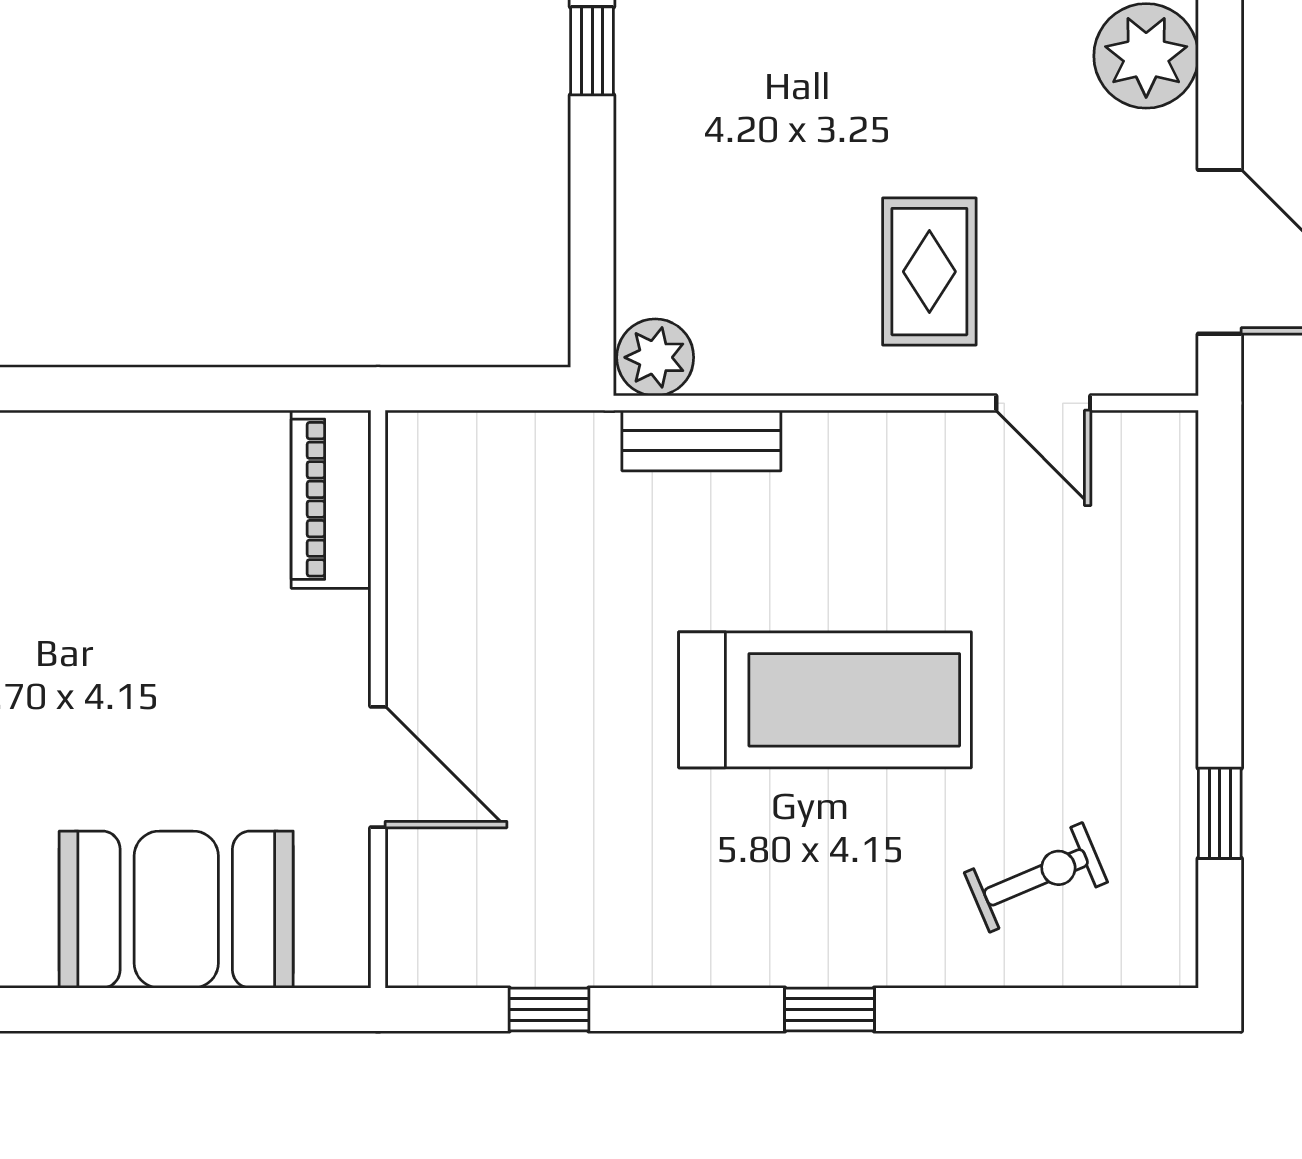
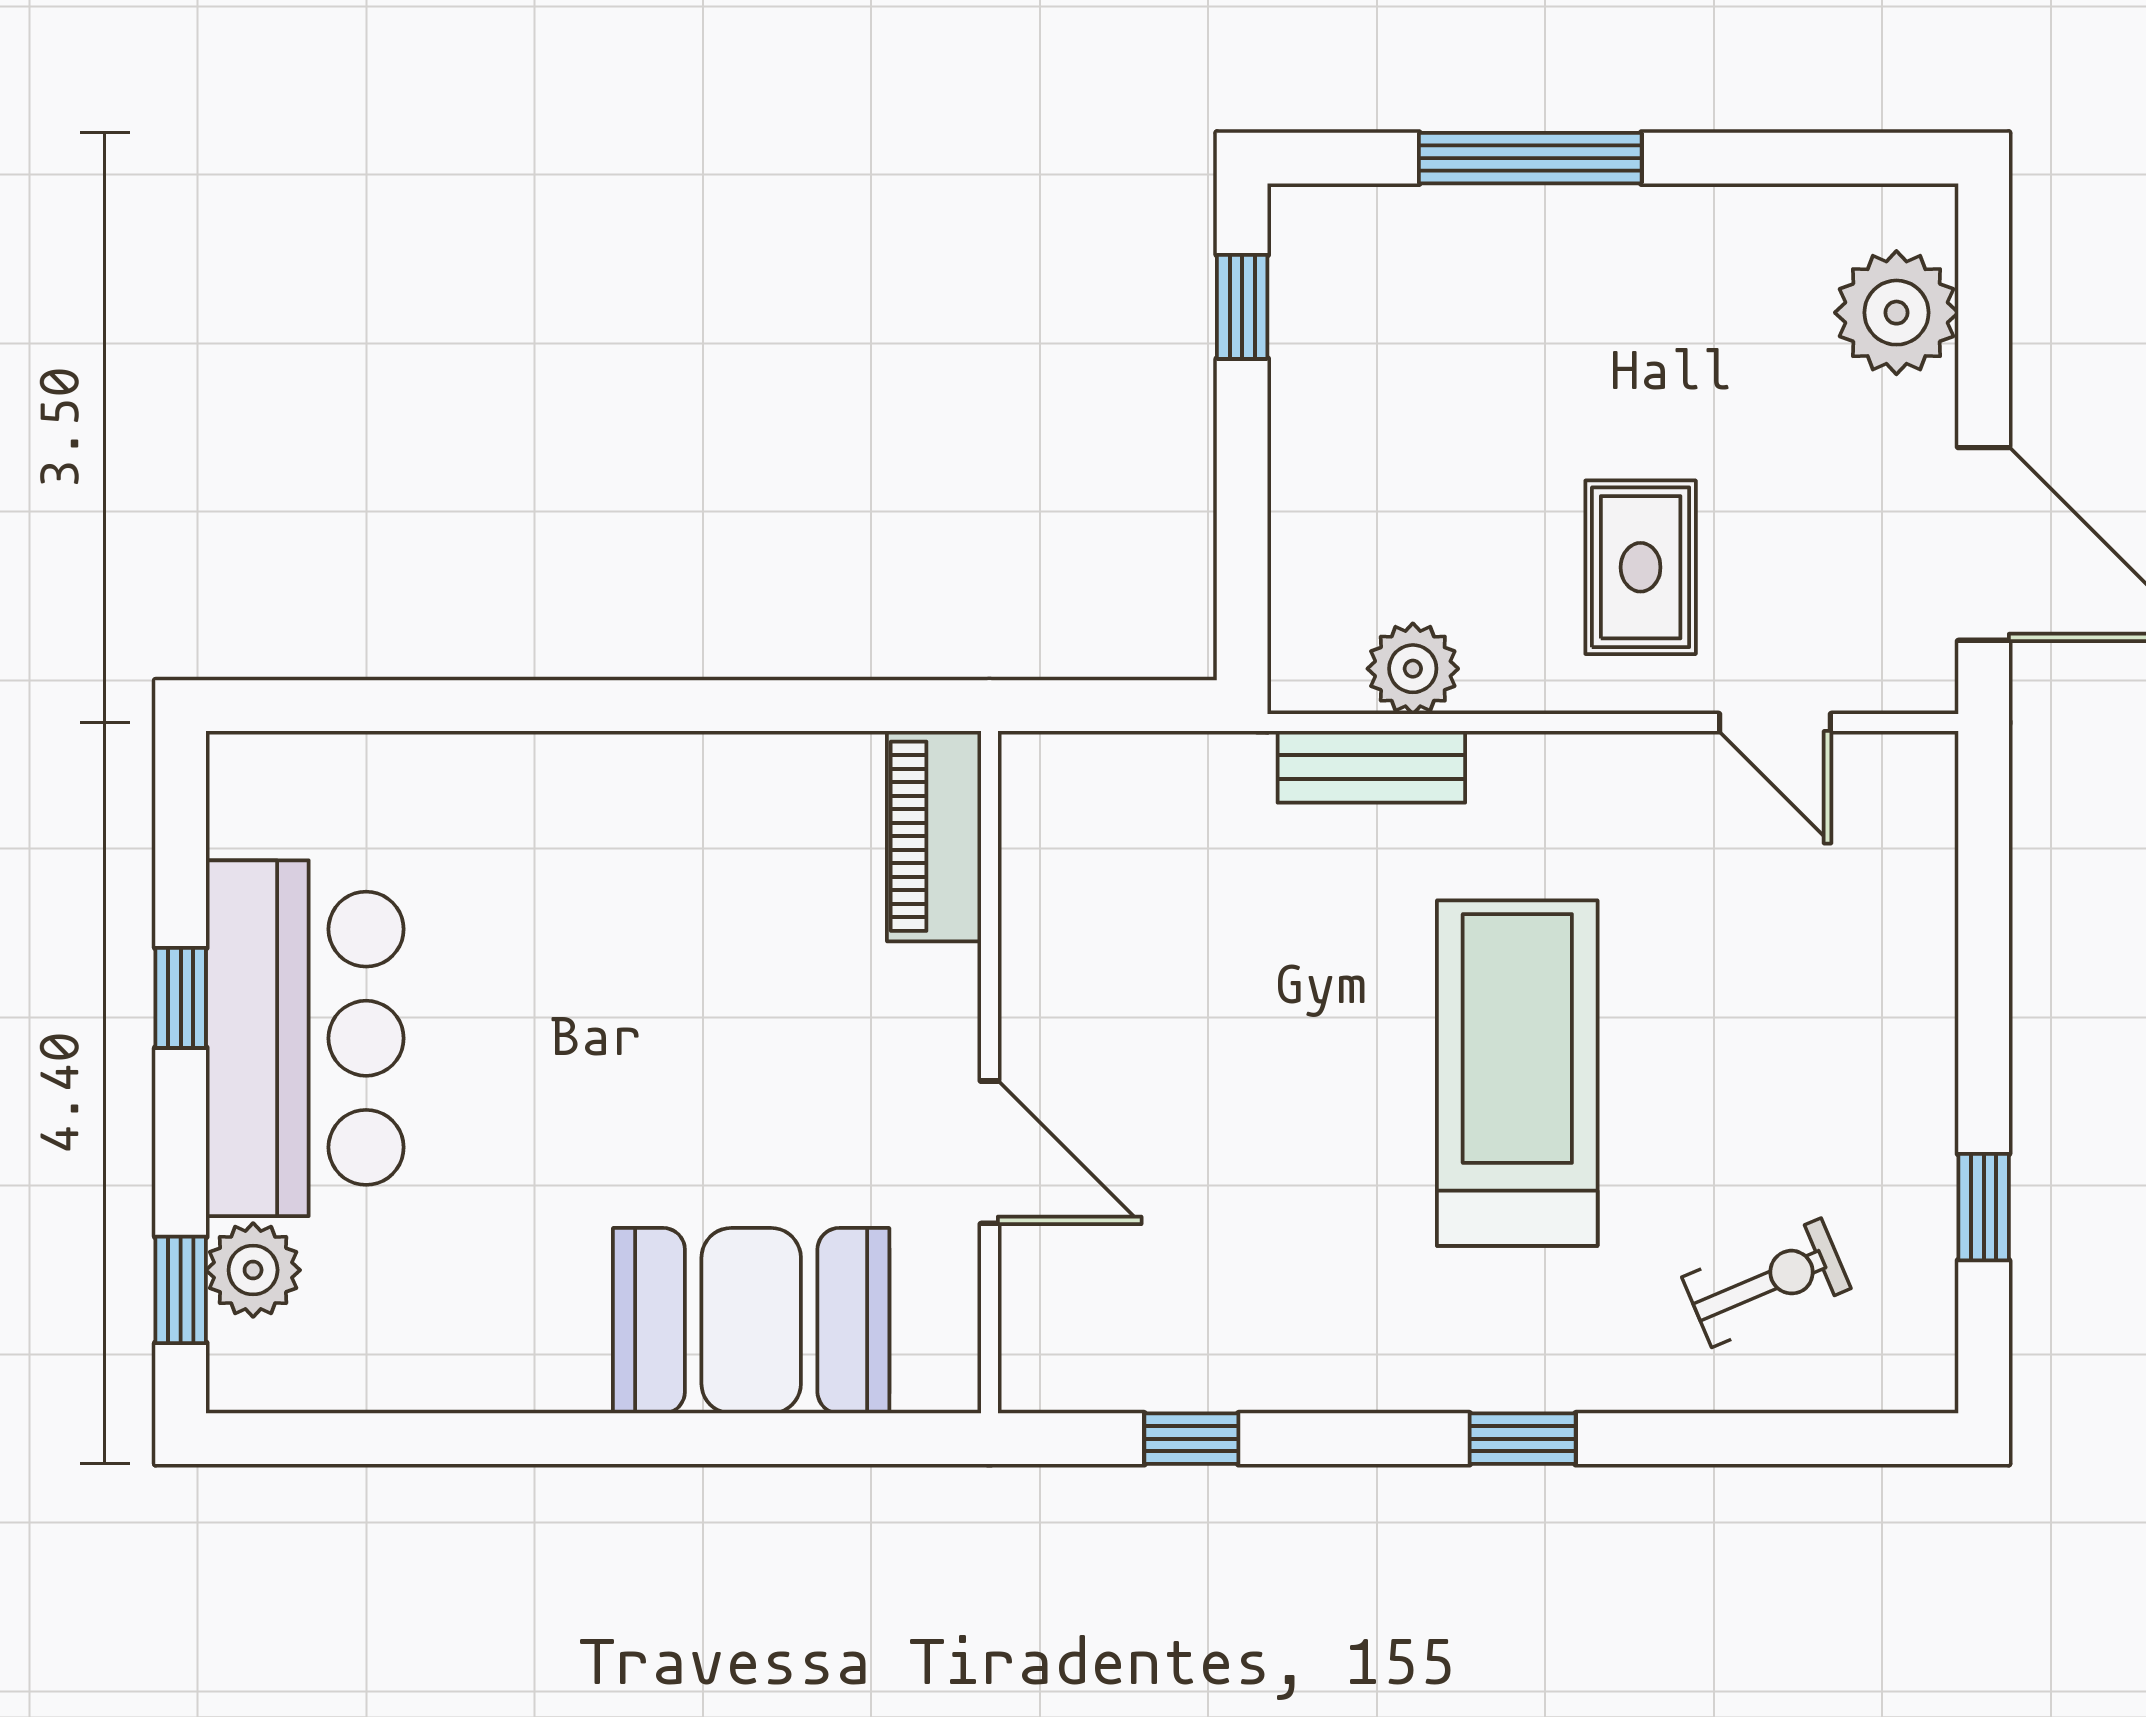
plant: (655, 357) -> (1413, 669), moved
treadmill: (825, 700) -> (1517, 1073), turned -90

